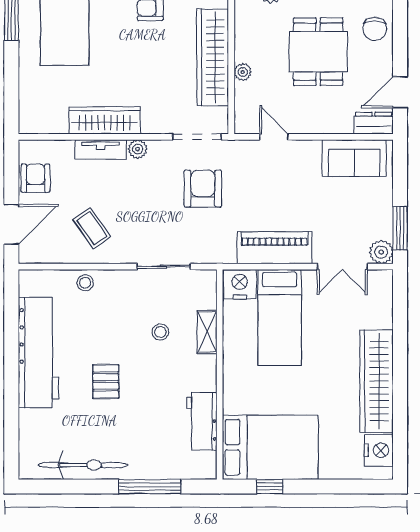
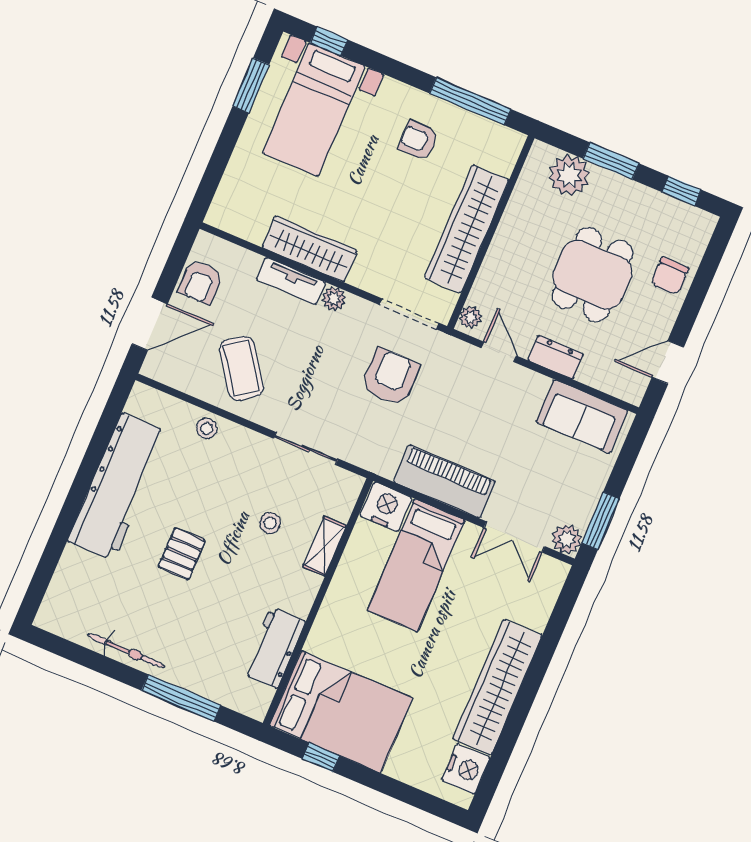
plant: (243, 72) -> (471, 317), moved
dresser: (374, 123) -> (556, 357), moved
armchair: (36, 178) -> (201, 282), turned 180
coffee table: (92, 228) -> (241, 368), width x1.36, depth x1.30
bicycle: (83, 465) -> (126, 651), width x0.73, depth x0.71

